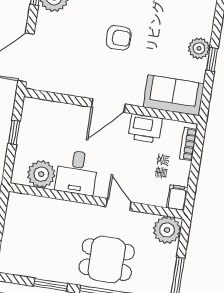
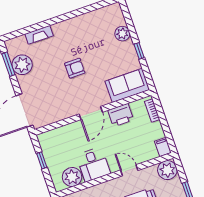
plant: (199, 48) -> (122, 34), moved

